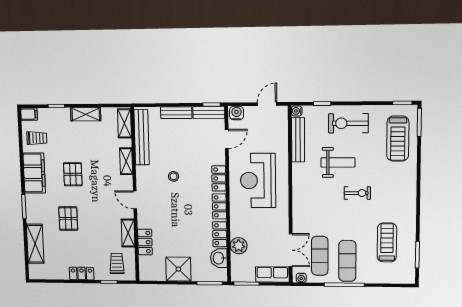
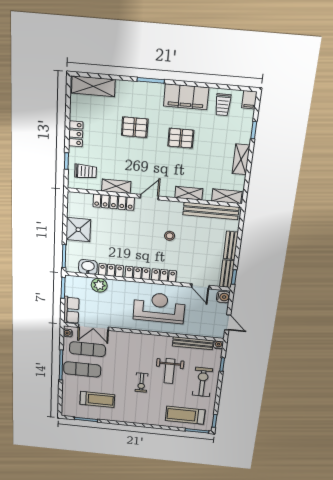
locker: (145, 242) -> (114, 202), width x1.53
shelving: (35, 244) -> (93, 86), moved

